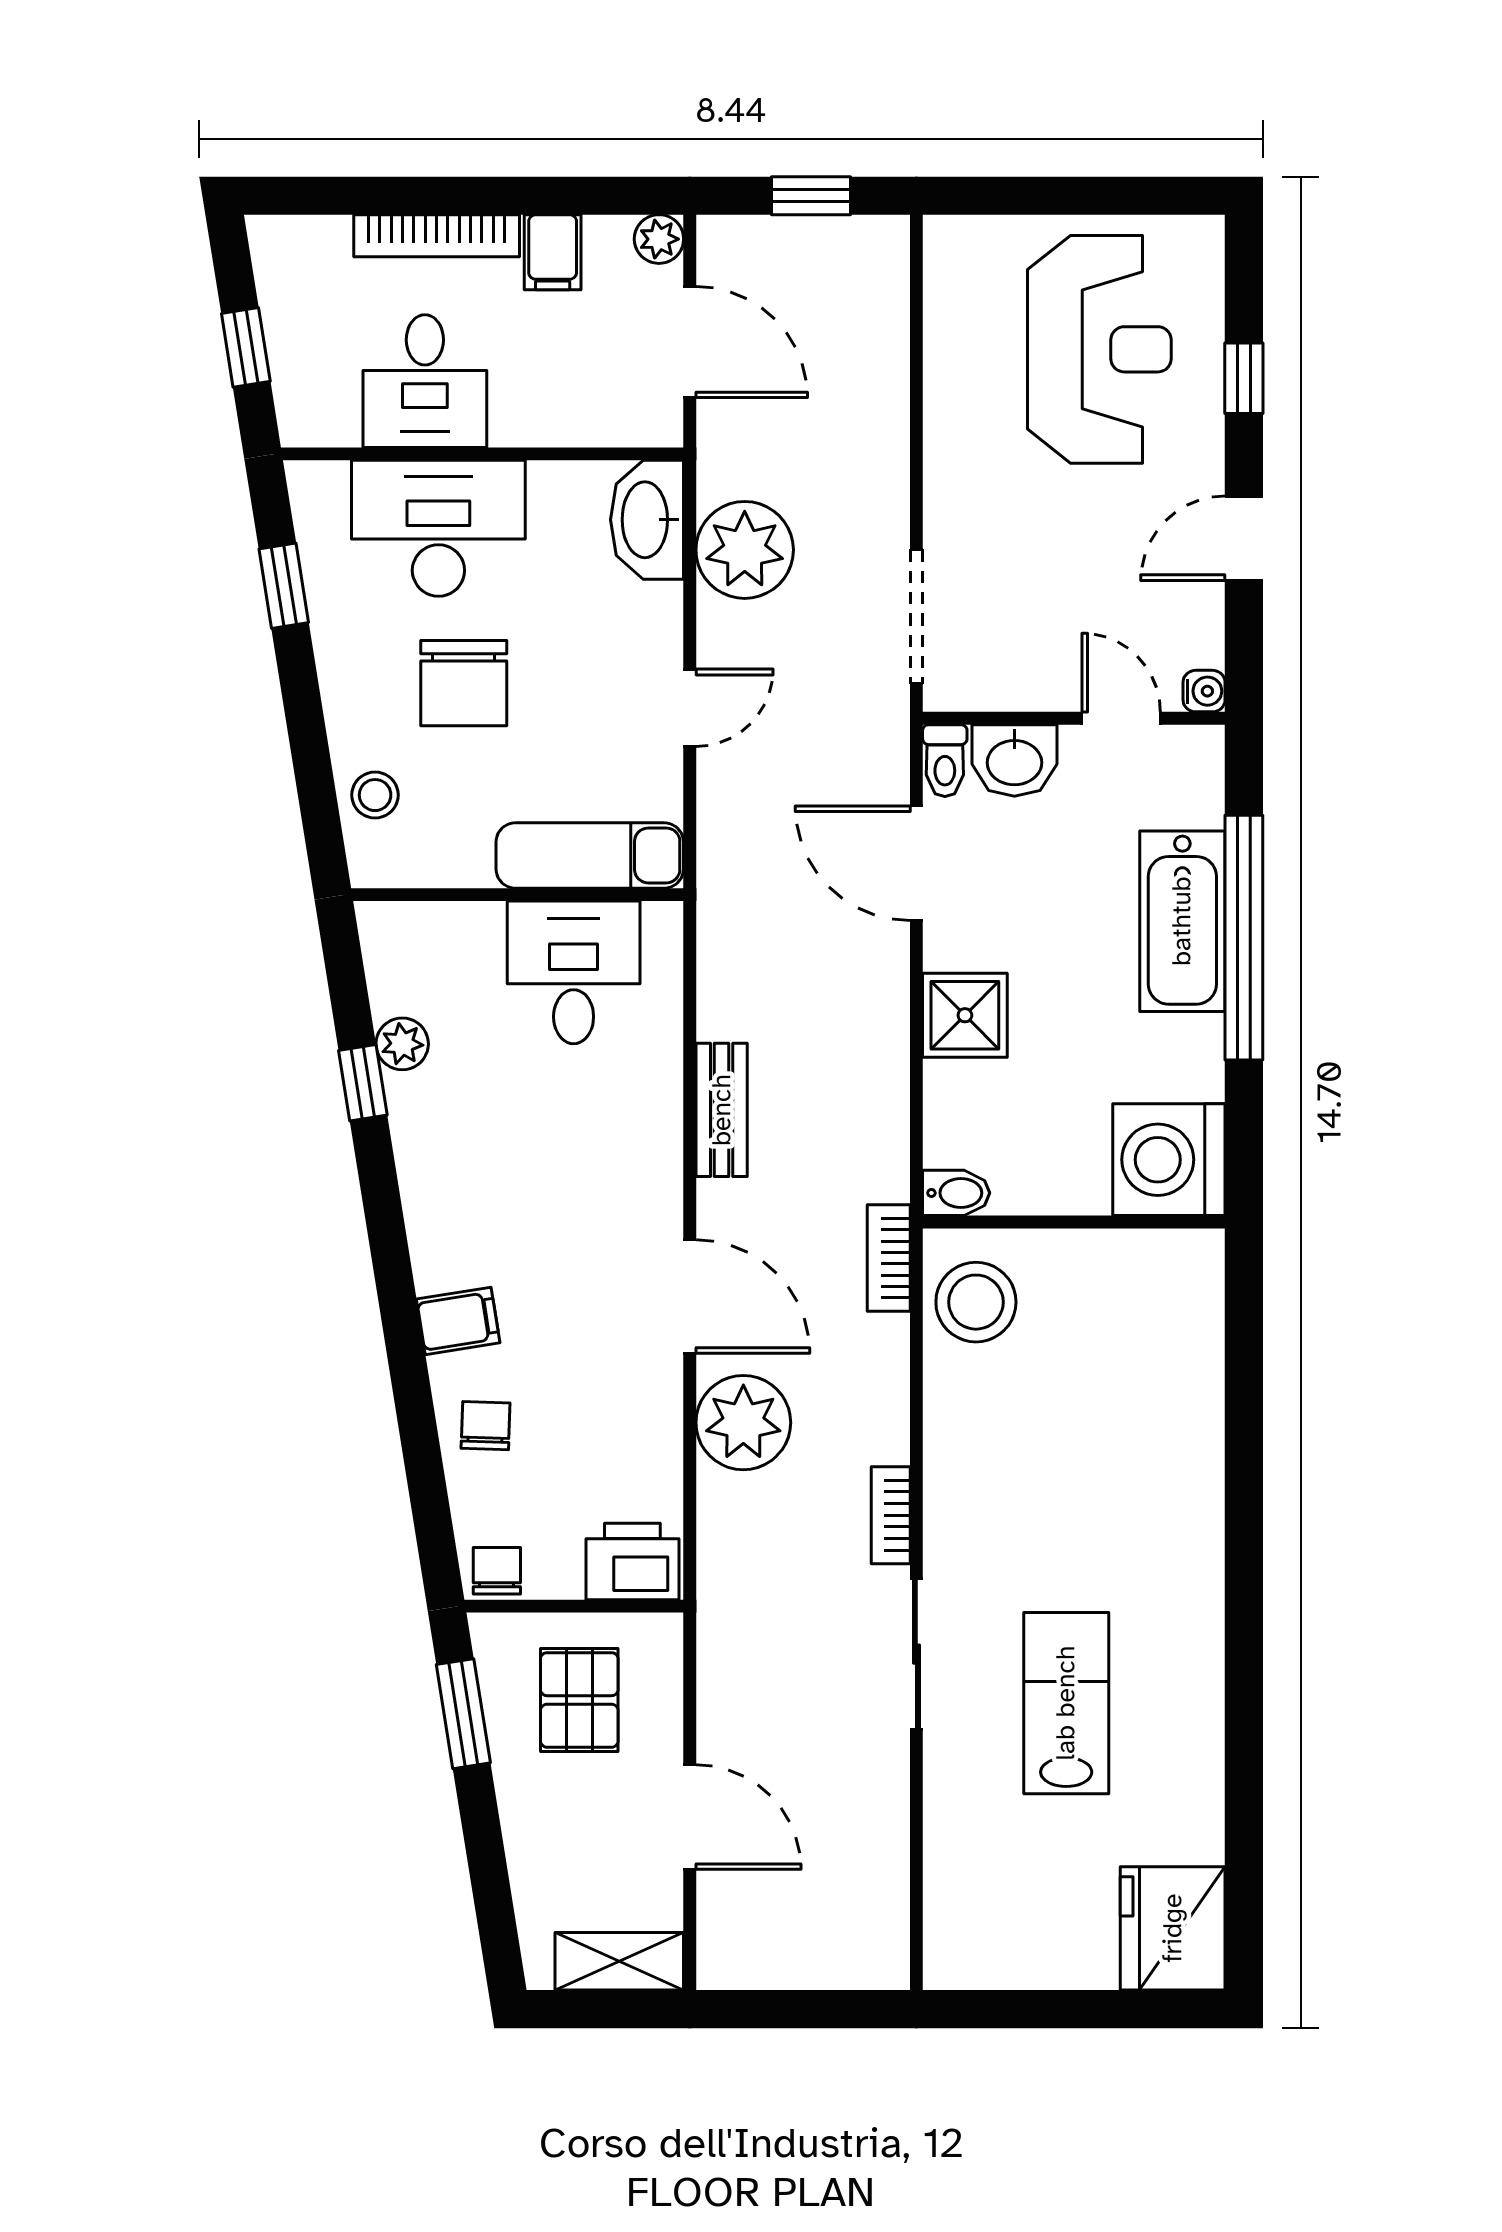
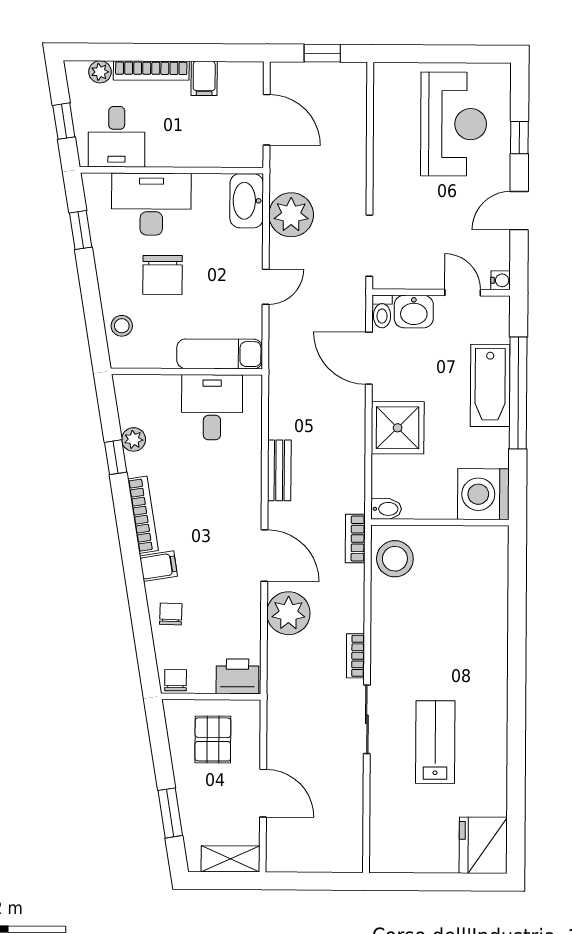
plant: (659, 239) -> (100, 72), moved
desk: (425, 381) -> (117, 137), moved
shower: (965, 1015) -> (398, 428), width x1.36, depth x1.36
bookcase: (424, 1209) -> (143, 515), added
window: (463, 1714) -> (170, 813), moved

